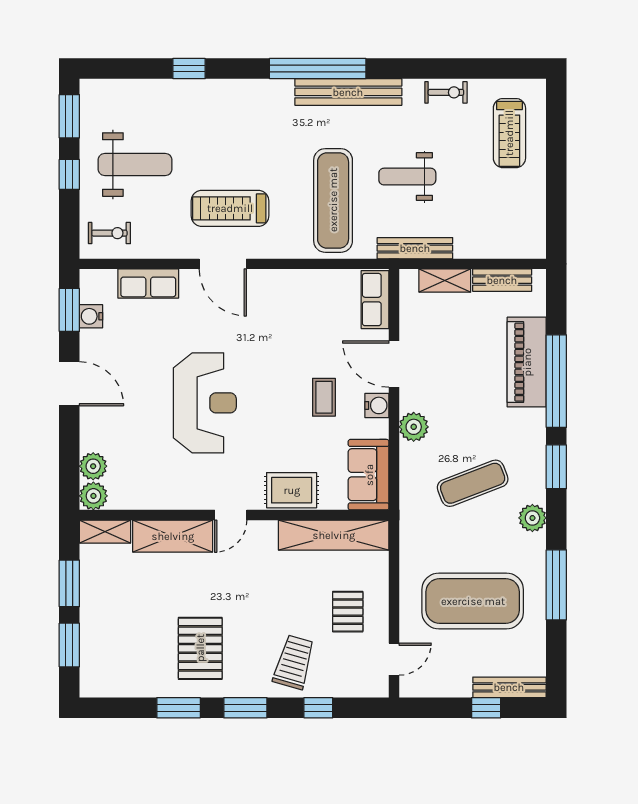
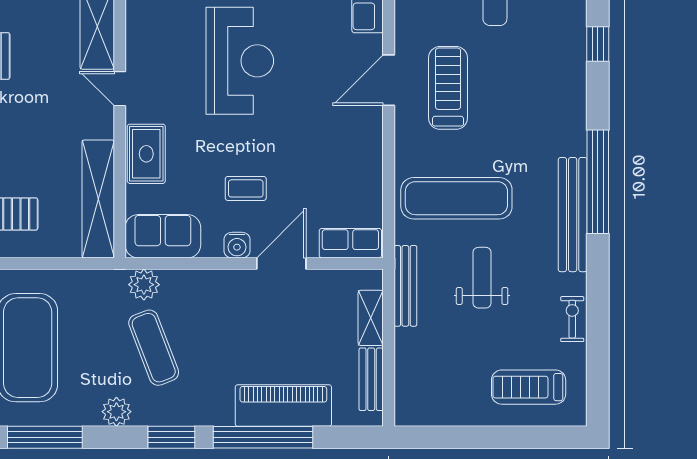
exercise bike: (446, 92) -> (572, 319), turned 180
reception desk: (205, 403) -> (240, 61), turned -90
plant: (414, 427) -> (144, 285), moved

